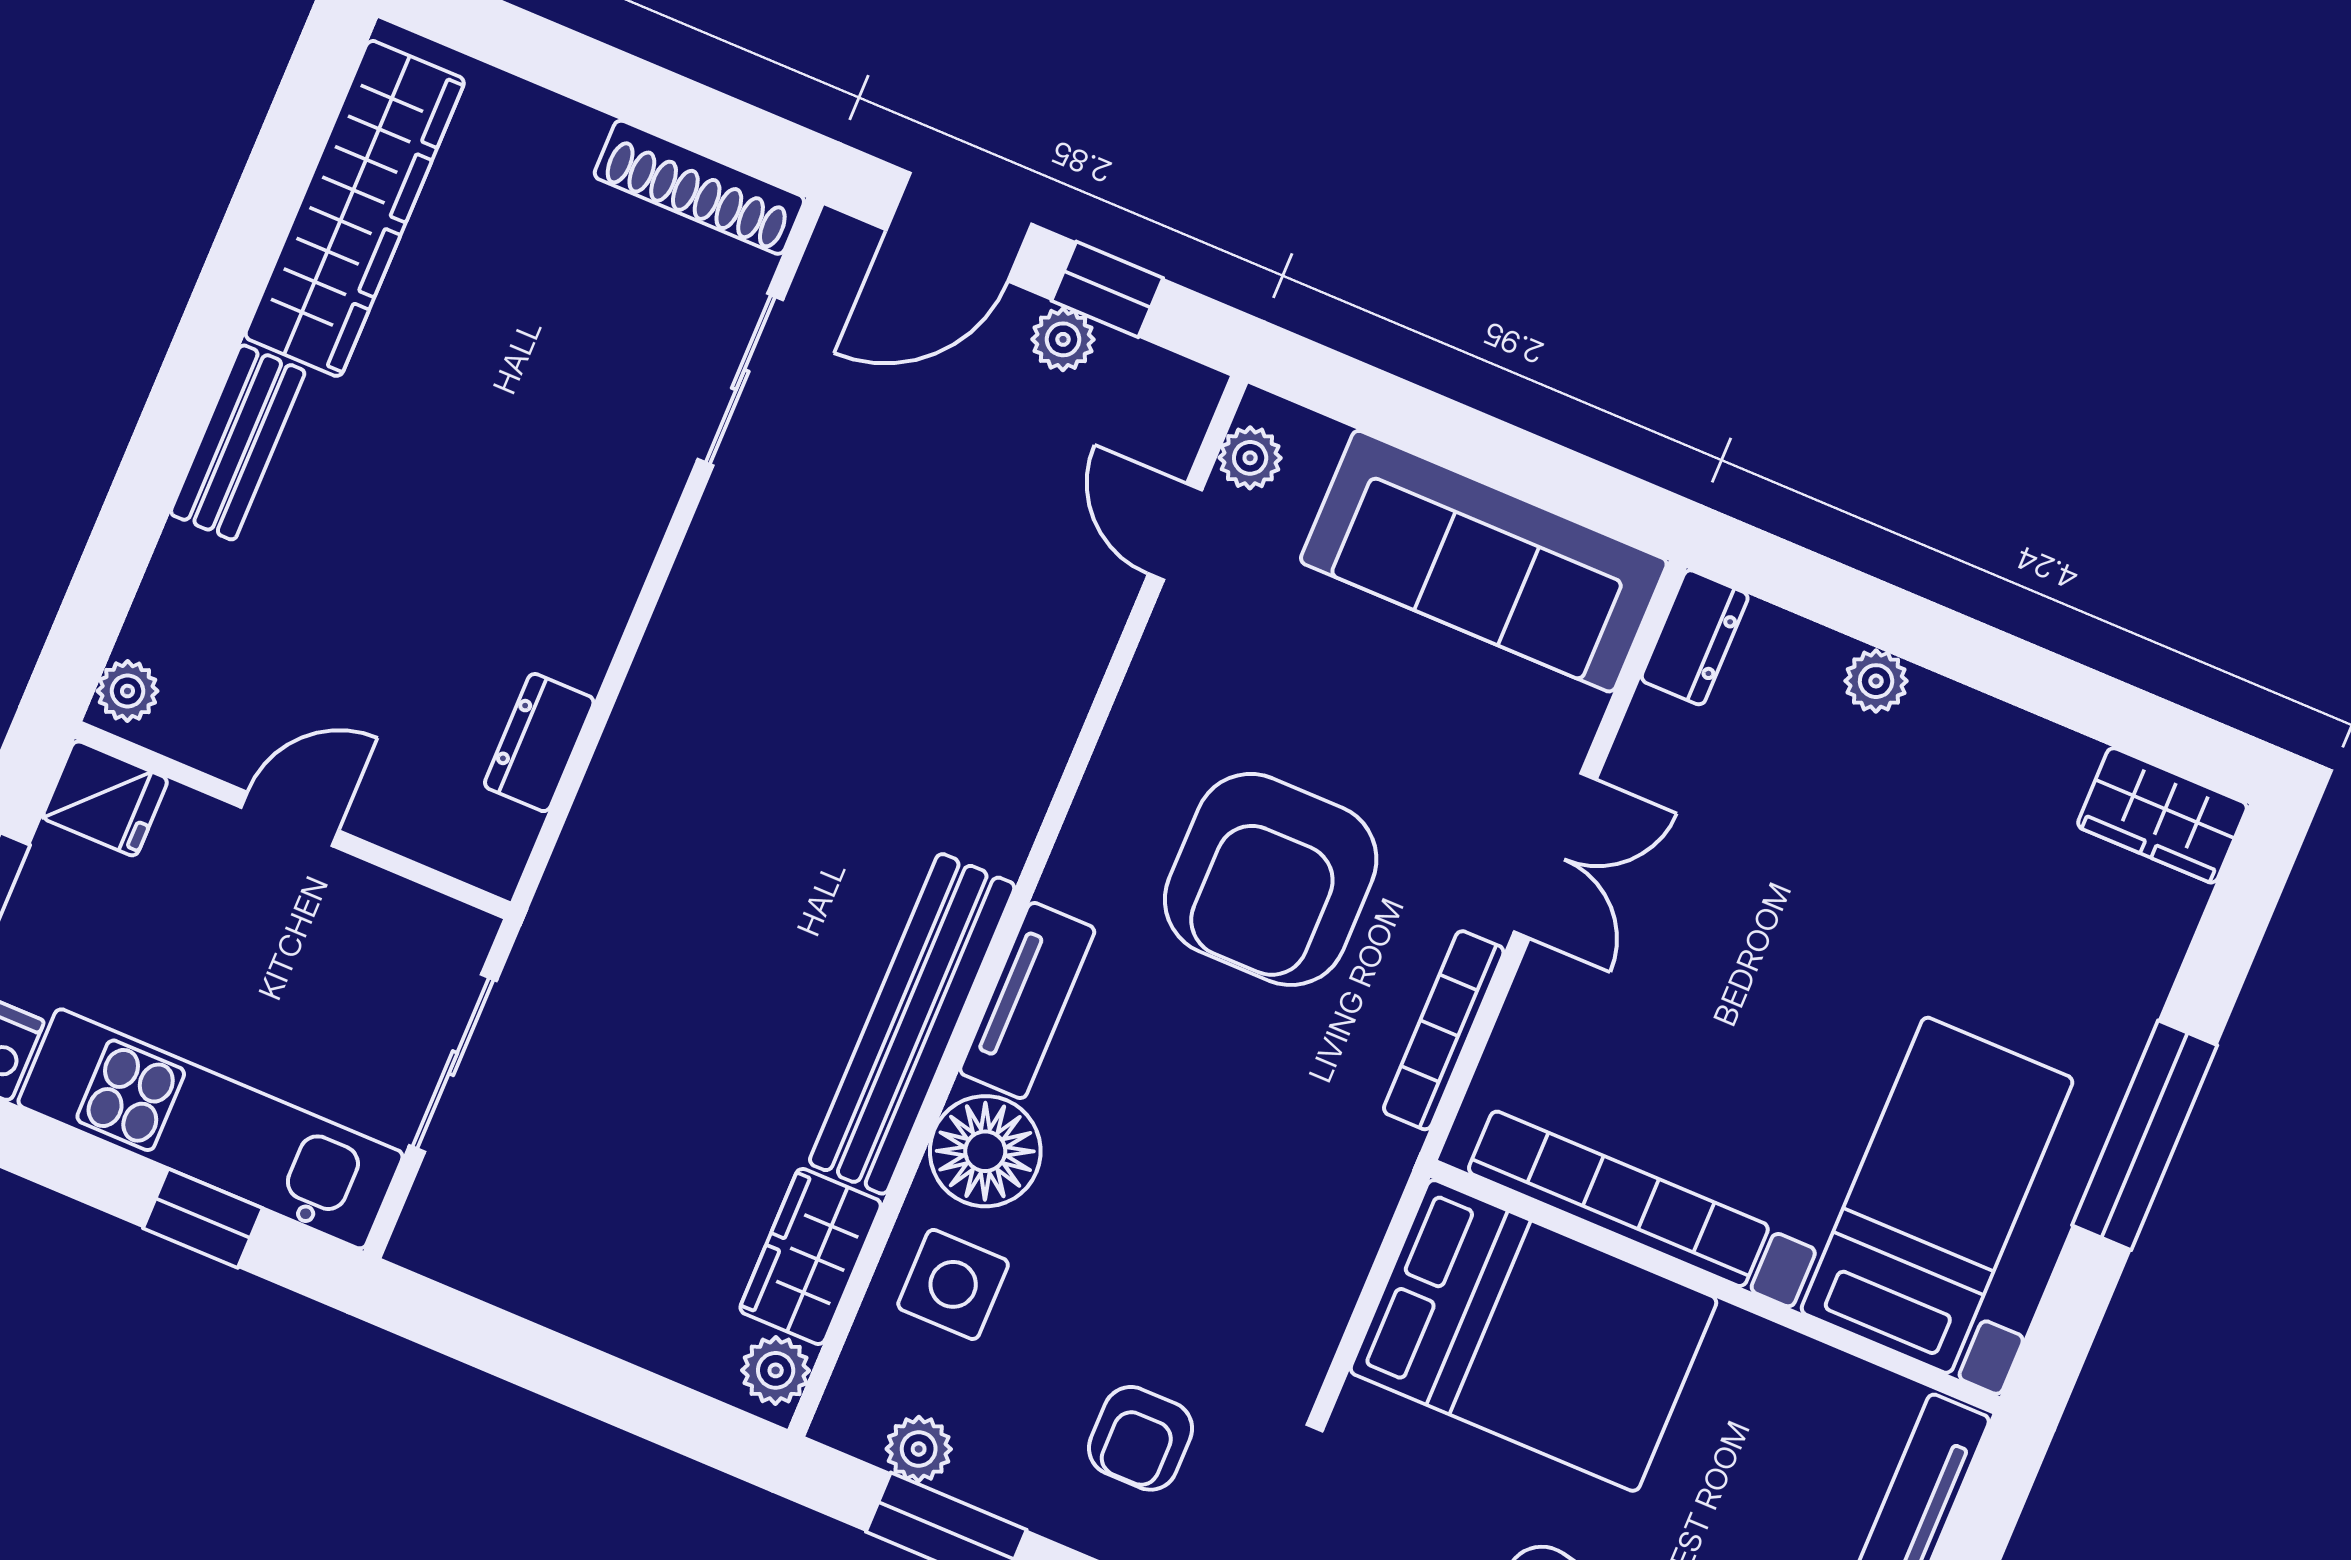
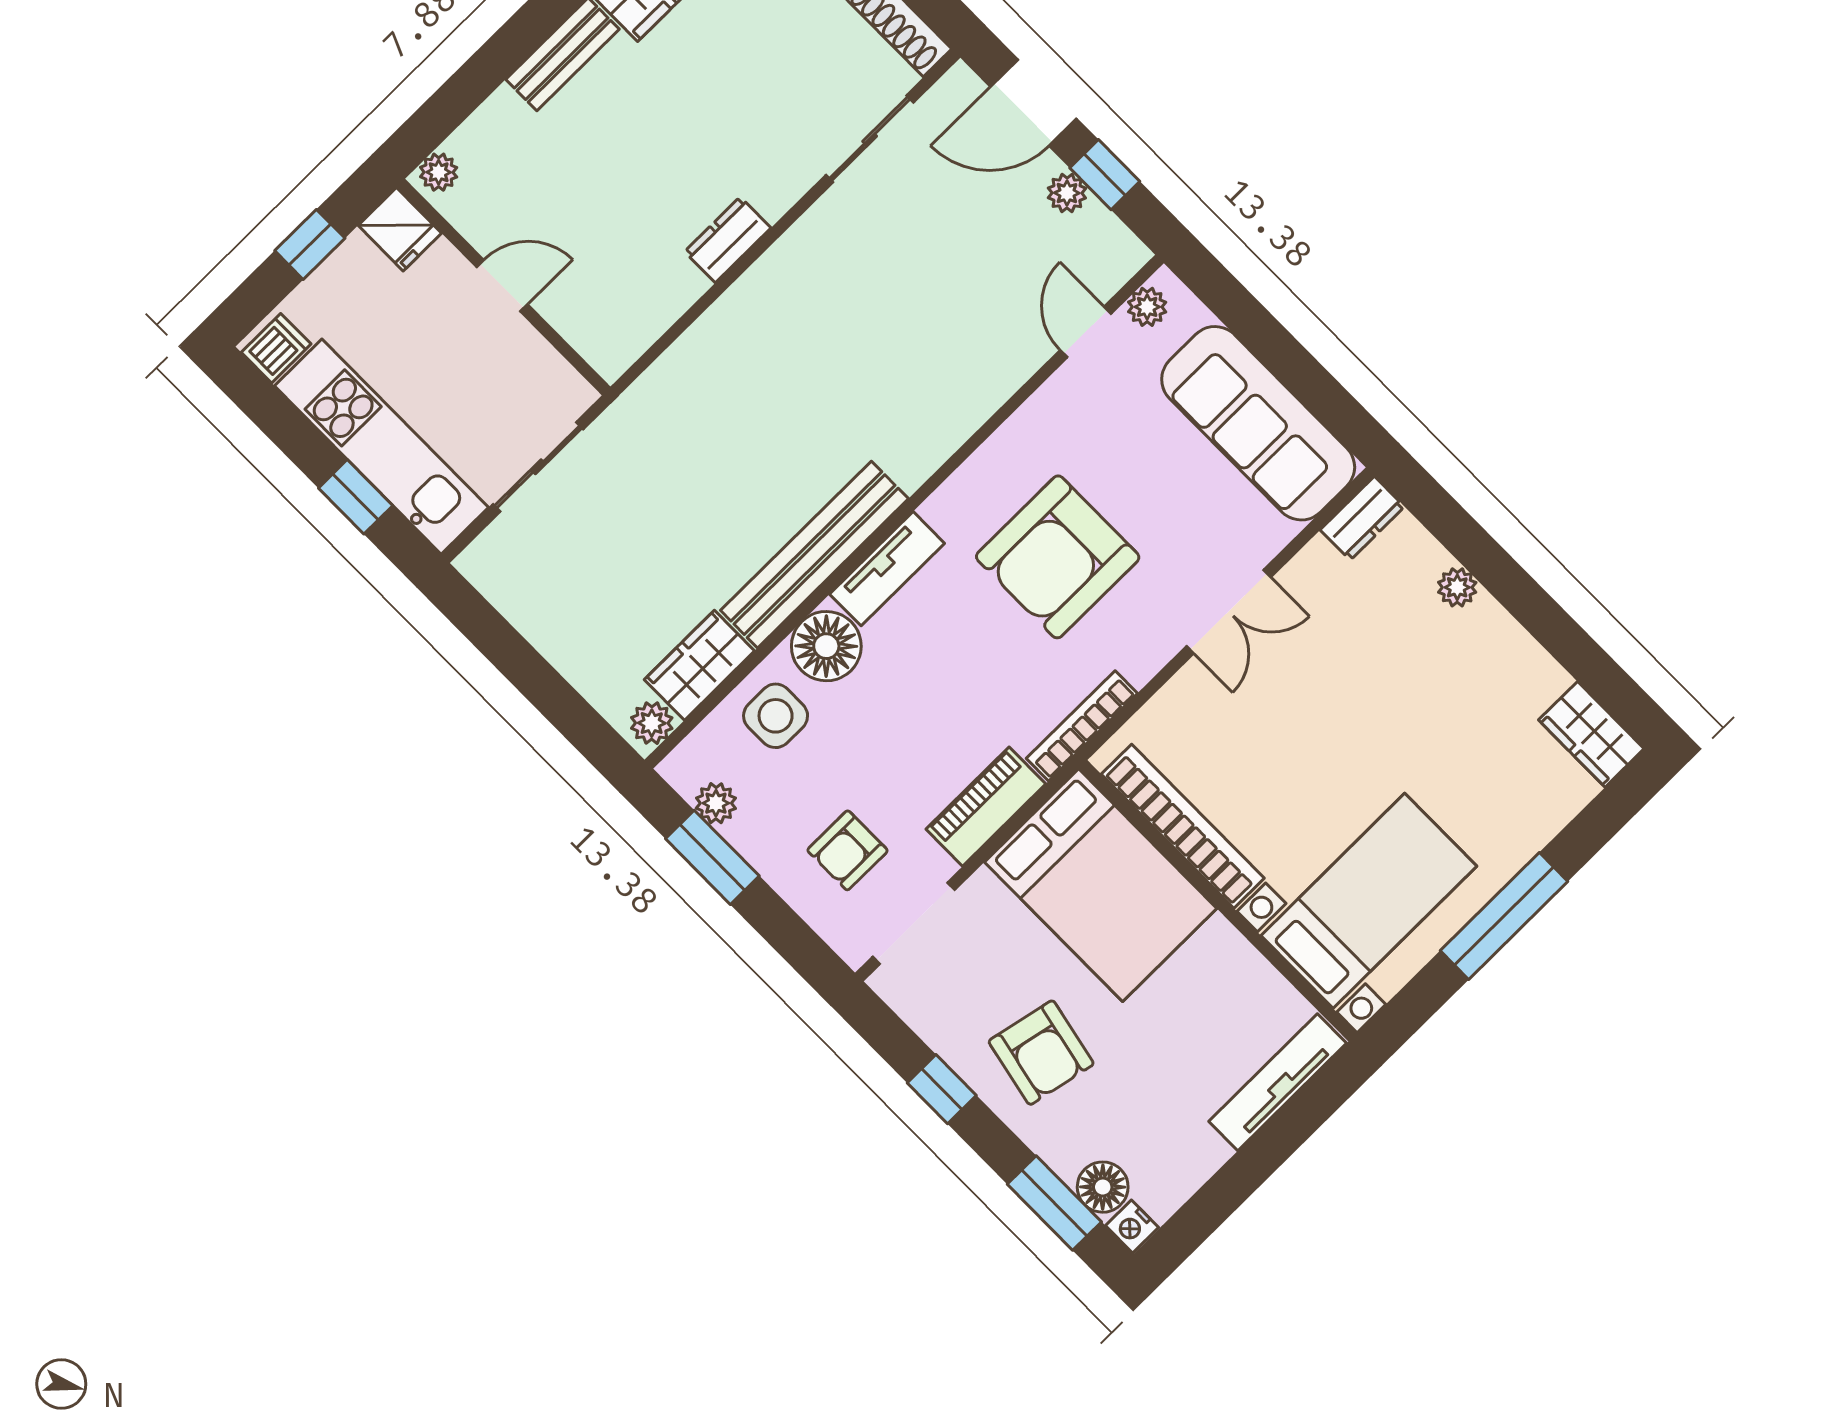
dresser: (539, 743) -> (728, 240), moved
bookcase: (1444, 1030) -> (1082, 726), moved
piano: (1317, 1290) -> (986, 807), added

